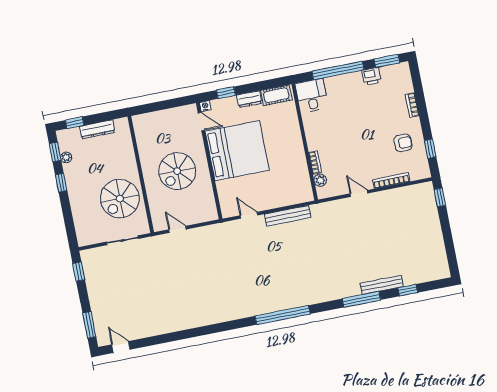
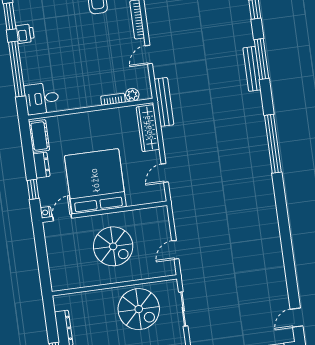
wardrobe: (290, 197) -> (148, 128), added
bench: (288, 216) -> (164, 102), moved
bench: (382, 285) -> (252, 69), moved

